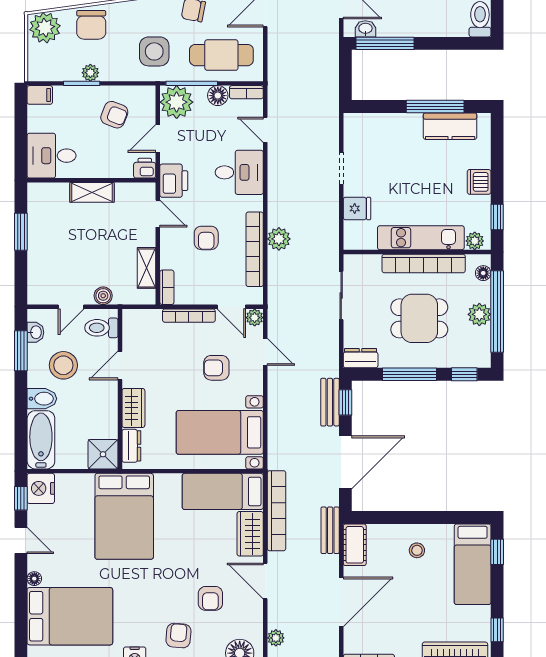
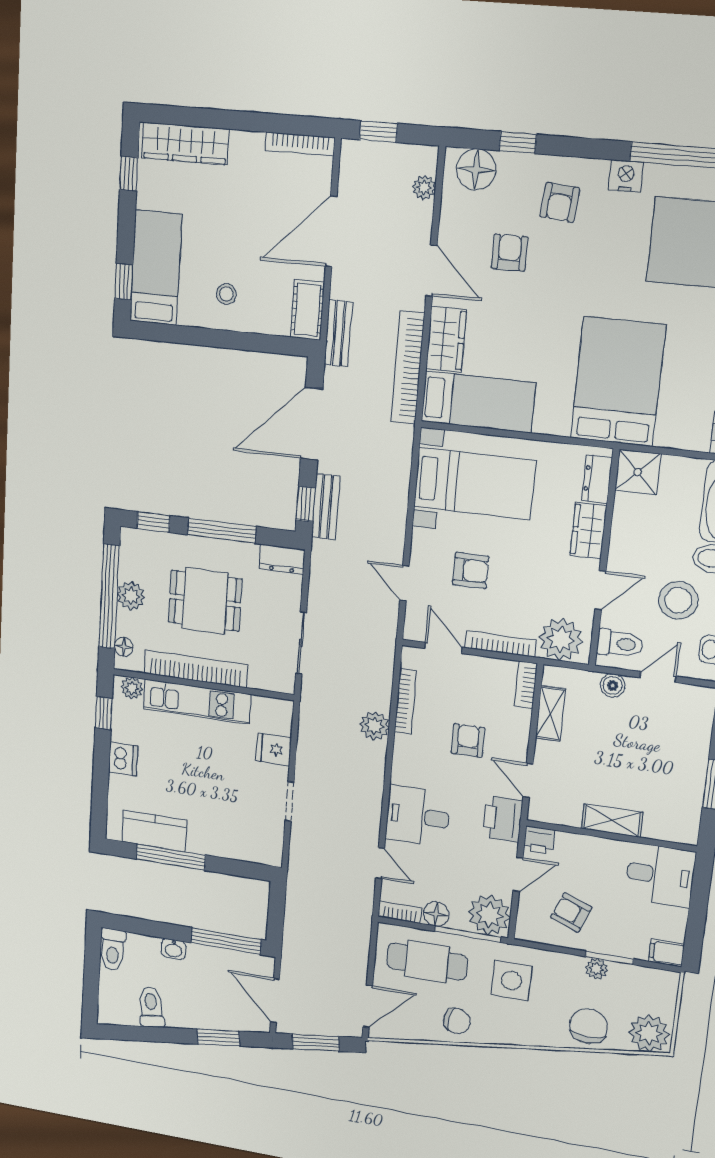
washbasin: (365, 29) -> (174, 949), moved
bookcase: (255, 249) -> (405, 701), width x0.68, depth x0.76
plant: (255, 318) -> (561, 639), moved, width x1.88, depth x1.88

